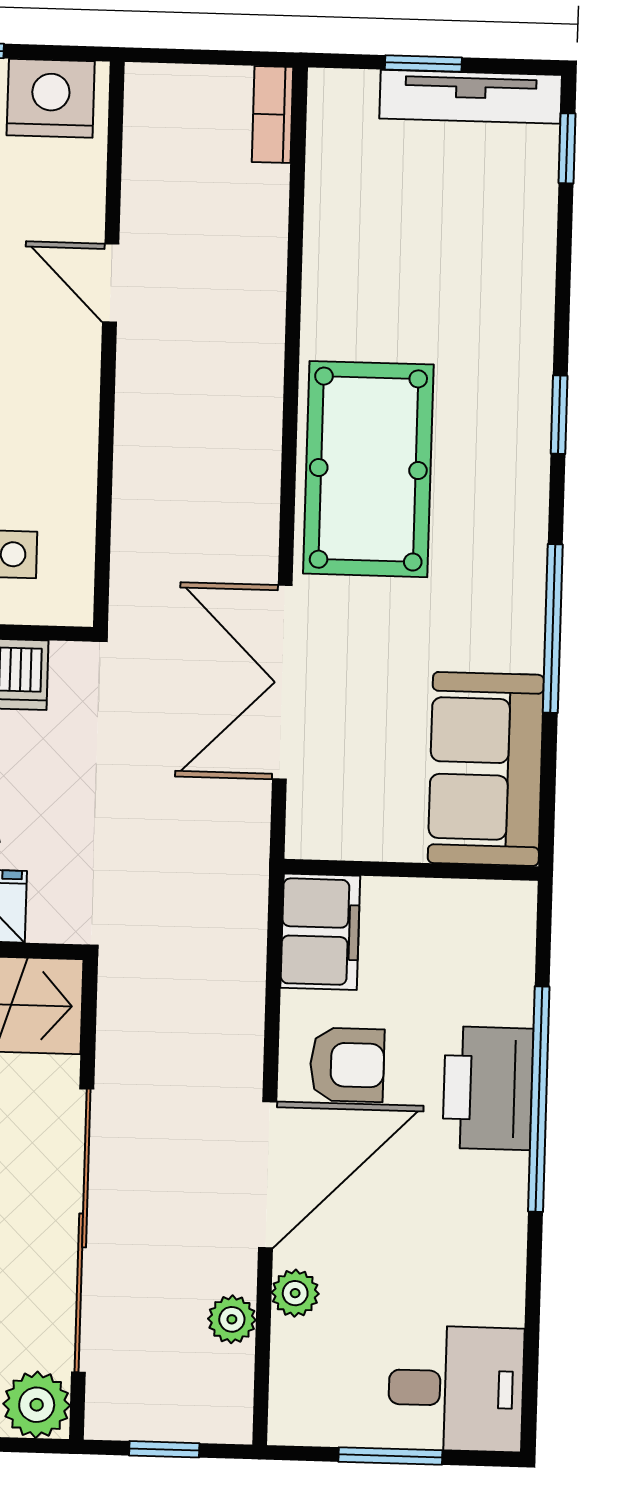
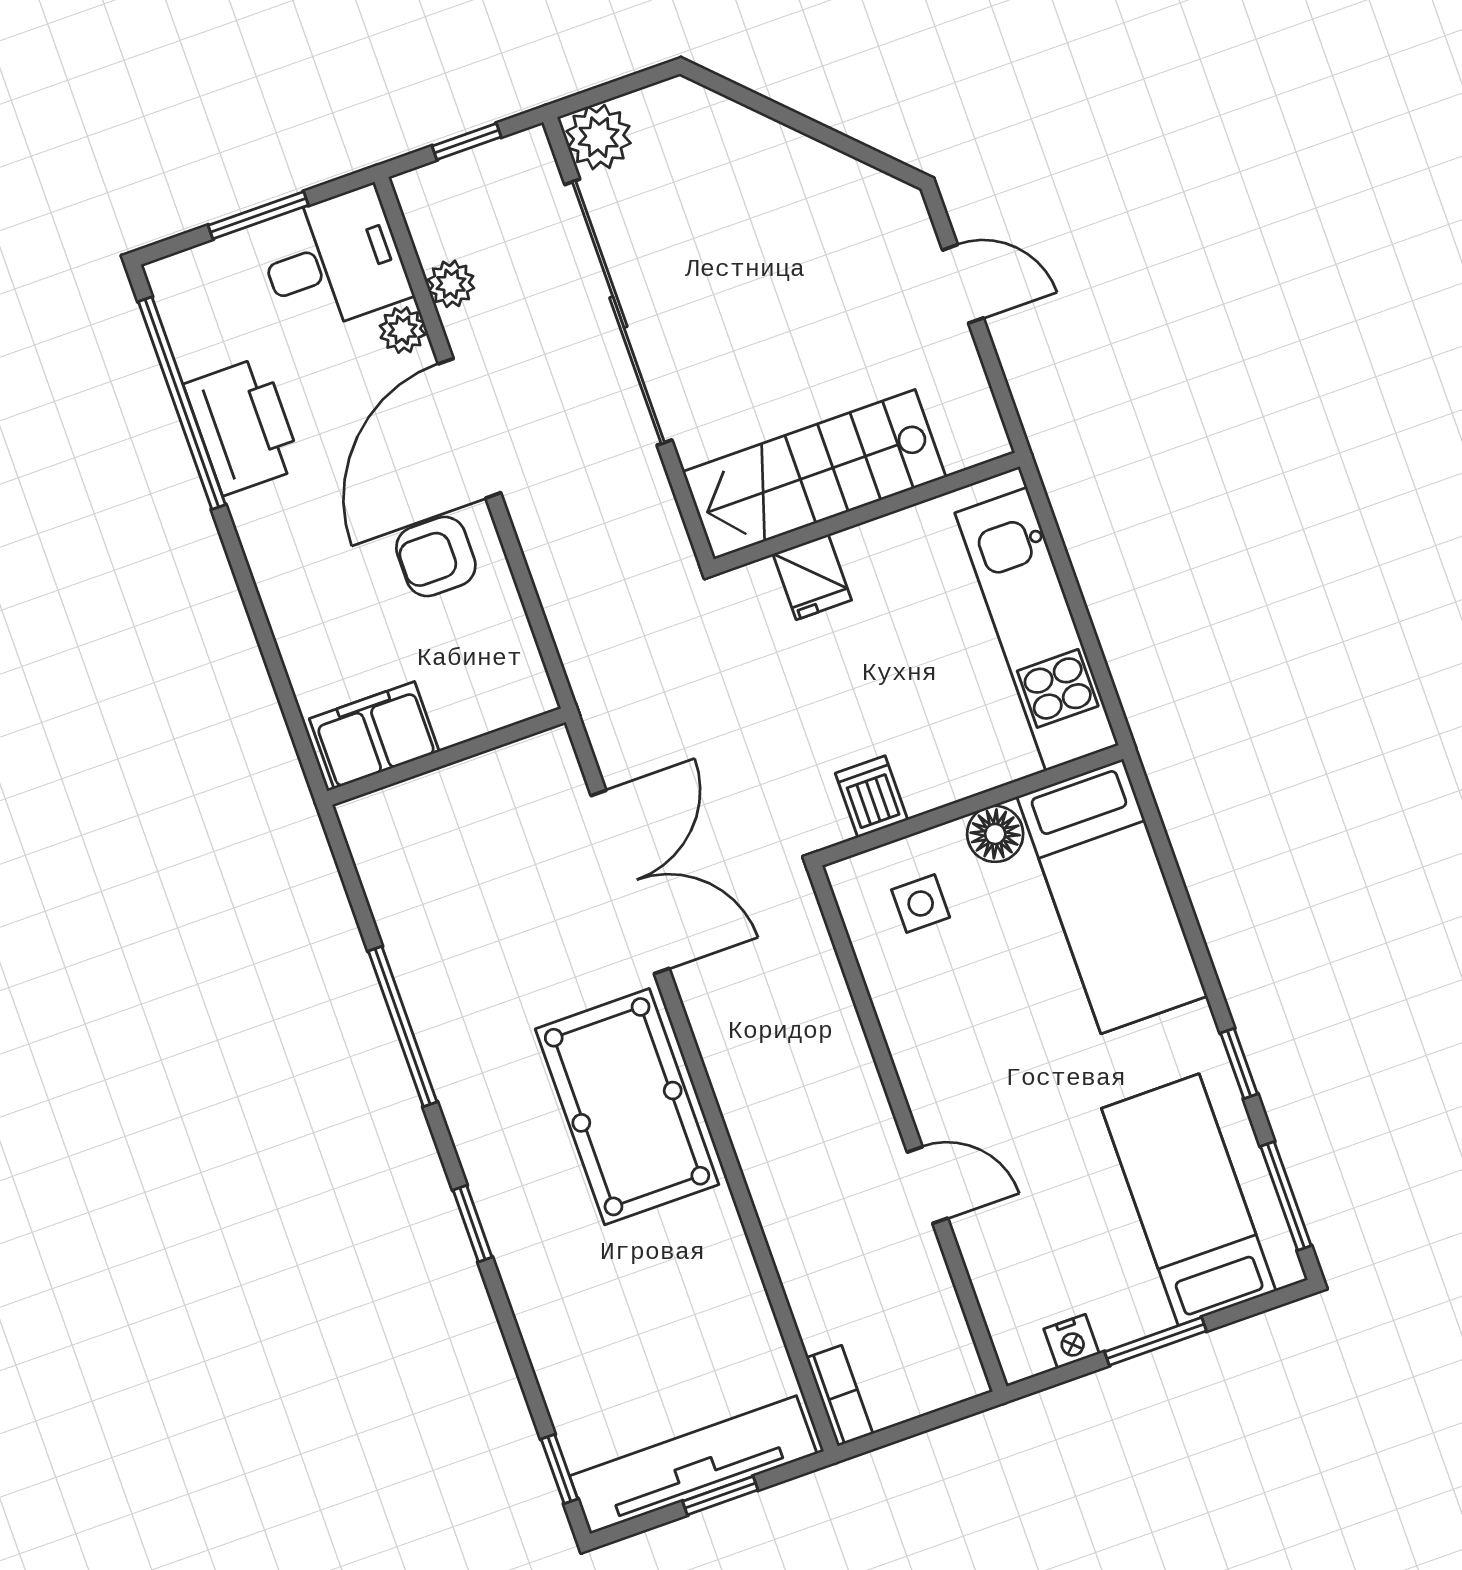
tv unit: (471, 97) -> (693, 1465), width x1.36, depth x1.29
nightstand: (51, 98) -> (1072, 1341), width x0.53, depth x0.56
sofa: (486, 769) -> (414, 875), removed
filing cabinet: (320, 932) -> (374, 735), moved, turned 90
printer: (488, 1088) -> (243, 426), moved
window: (539, 1099) -> (182, 403), moved
desk: (456, 1389) -> (333, 261), moved, turned 180

